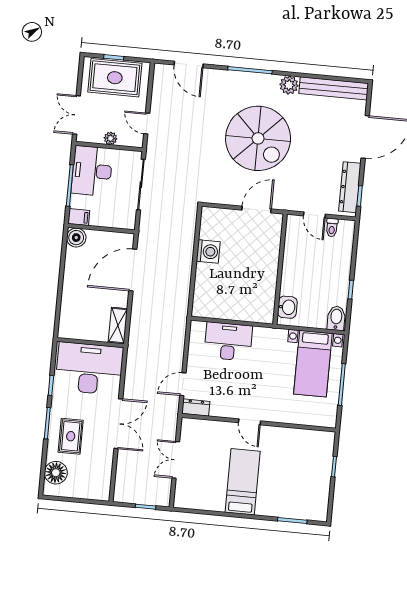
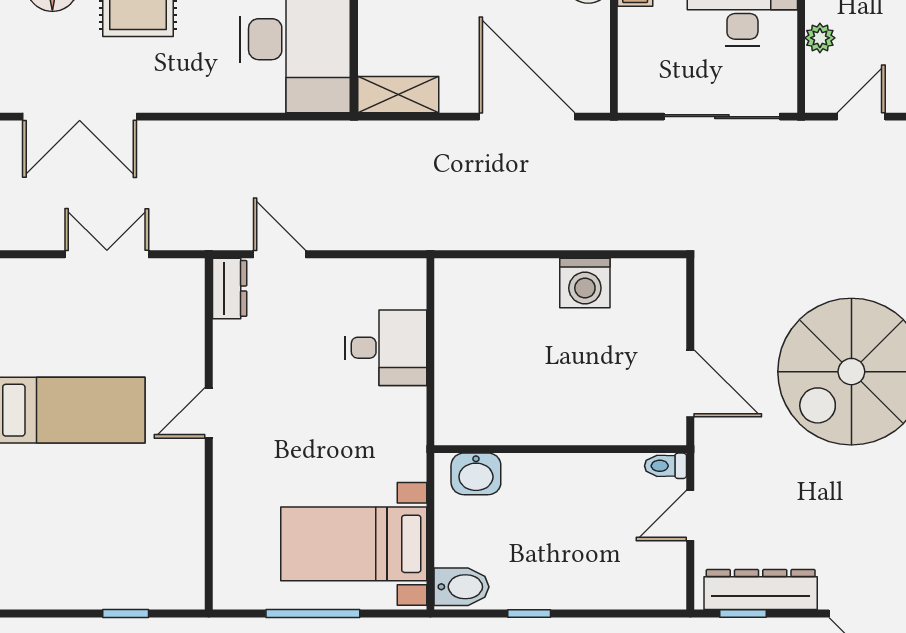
toilet: (332, 228) -> (666, 466), moved
desk: (228, 342) -> (386, 348), width x0.73
double door: (118, 424) -> (80, 117), moved

